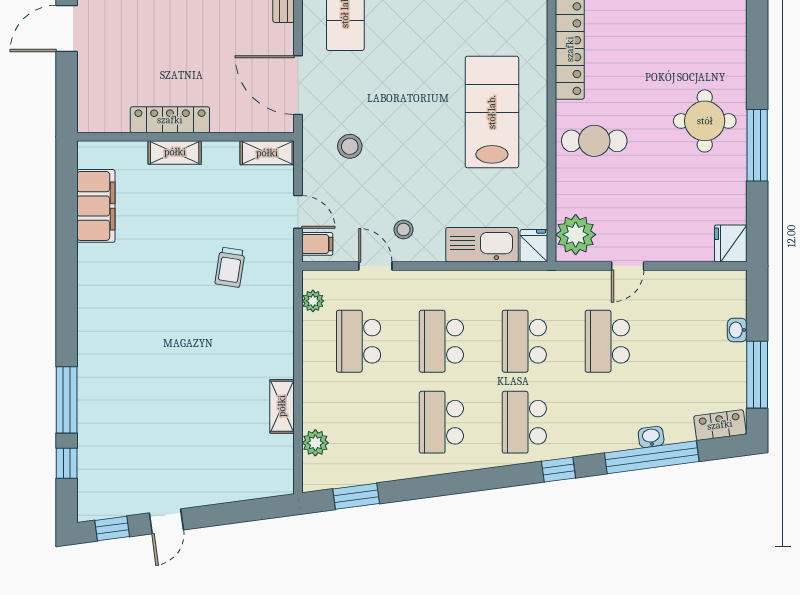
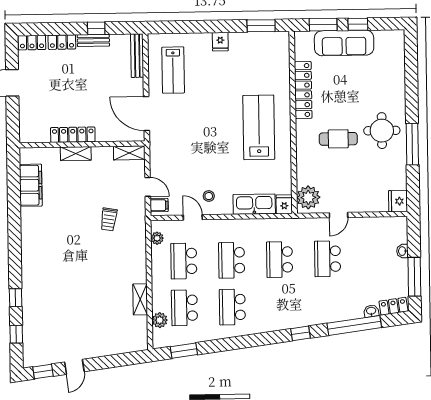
cafe table: (594, 141) -> (338, 139), moved
stool: (350, 146) -> (177, 148), removed
window: (67, 400) -> (16, 298), width x0.46
school desk: (524, 422) -> (184, 308), moved
washbasin: (651, 437) -> (371, 311), moved

